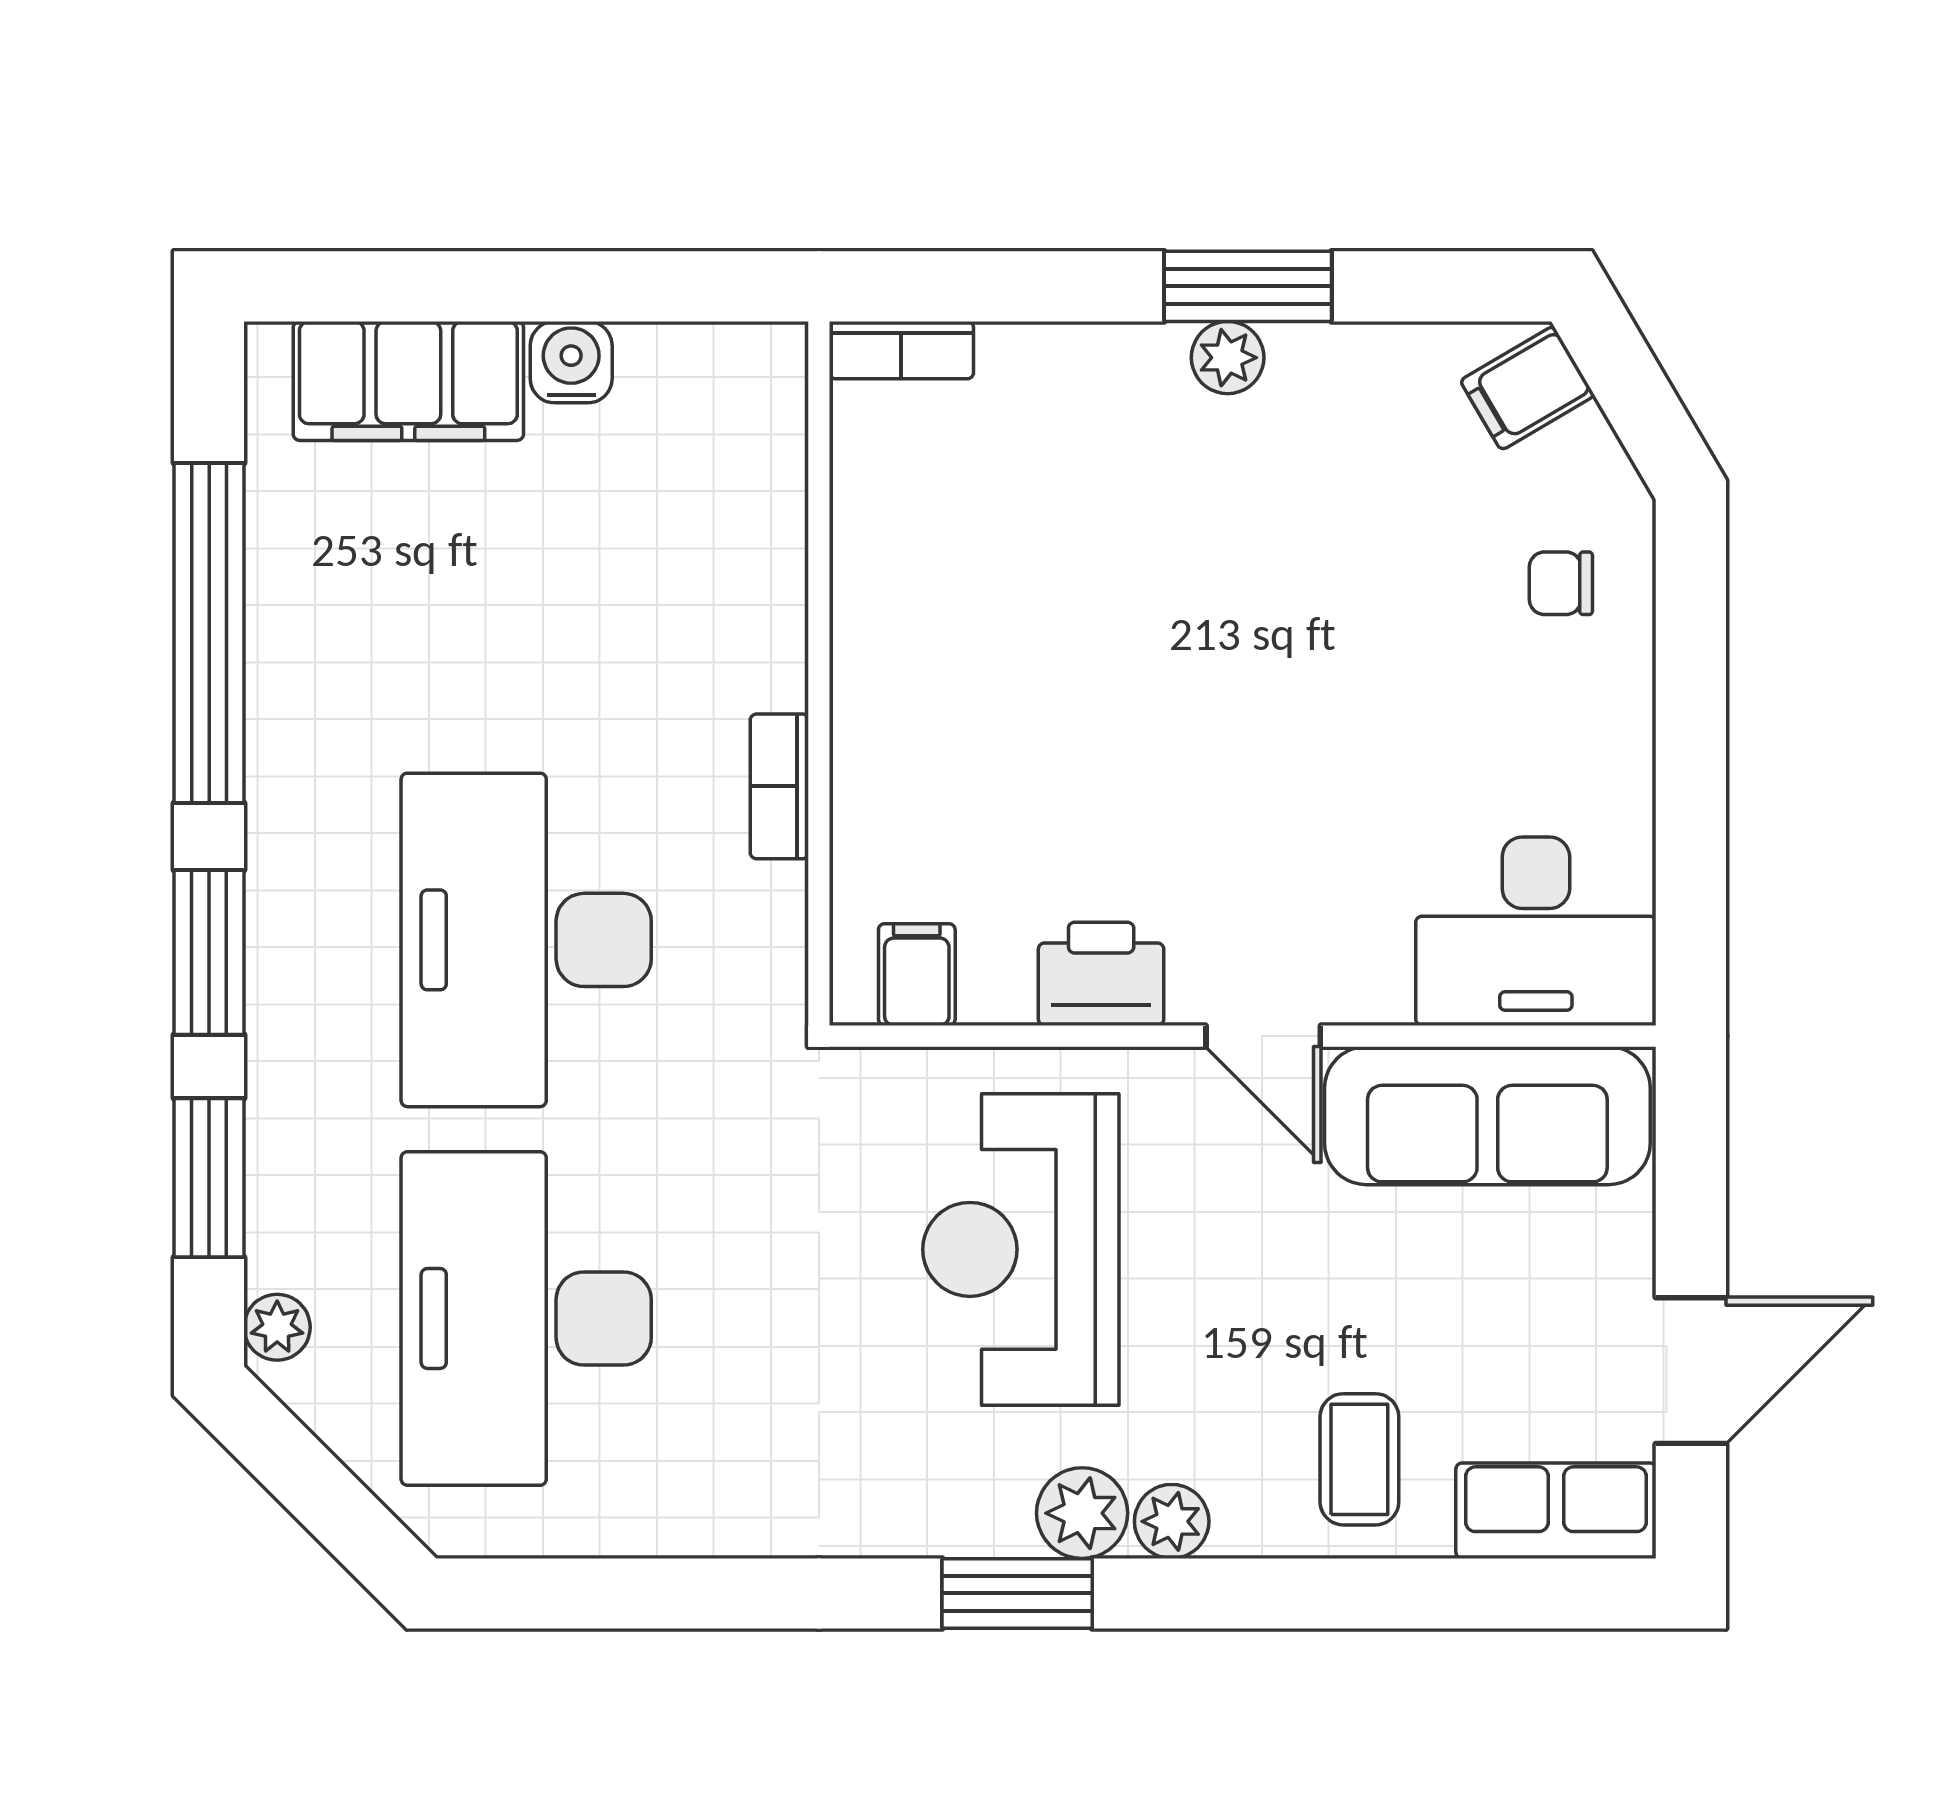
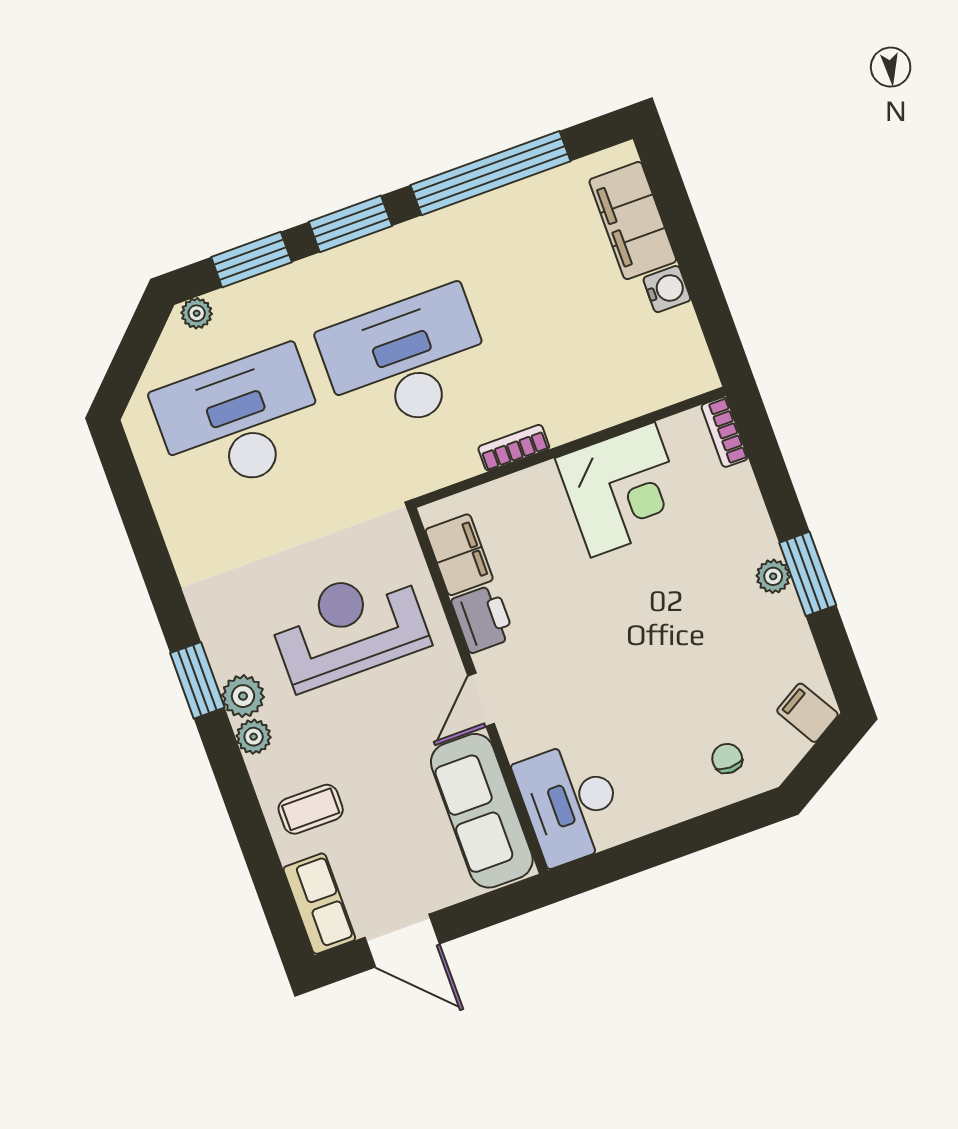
corner desk: (943, 598) -> (623, 490), added
filing cabinet: (917, 975) -> (459, 555), width x2.00

